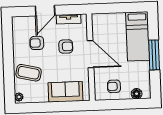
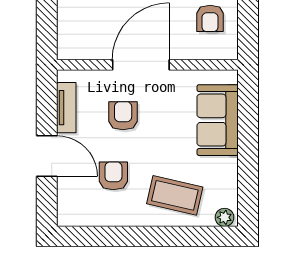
armchair: (37, 43) -> (113, 176), turned 180
coffee table: (29, 73) -> (175, 195), turned 90

